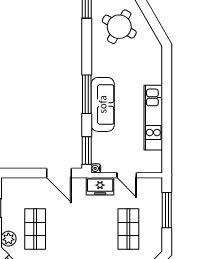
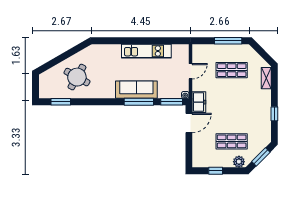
window: (87, 94) -> (139, 102), moved
freezer: (100, 186) -> (199, 102), moved
window: (167, 210) -> (228, 41), moved

